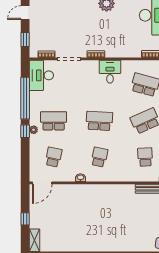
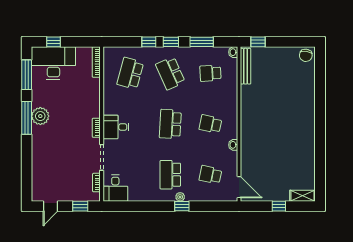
door: (25, 13) -> (50, 206), hinge flipped
desk: (110, 72) -> (116, 127), moved
desk: (41, 75) -> (115, 188), width x0.73
window: (25, 98) -> (145, 206), removed

